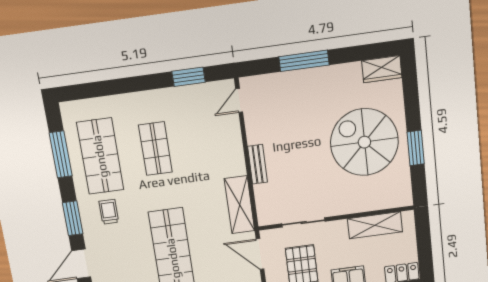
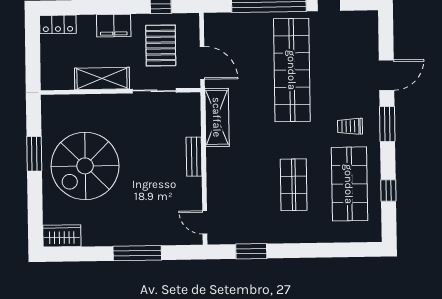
door: (239, 100) -> (205, 222), swing flipped
spiral stairs: (364, 142) -> (85, 166), turned 90
window: (61, 154) -> (388, 190), width x0.46
trolley: (109, 212) -> (350, 126), turned 90
shelving: (375, 225) -> (102, 78), moved

